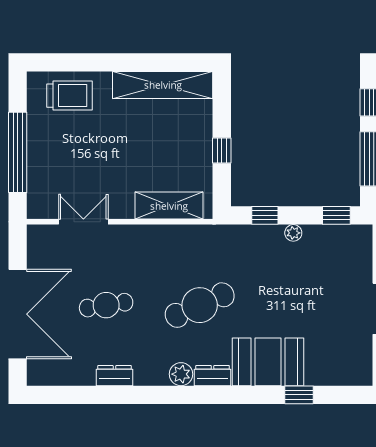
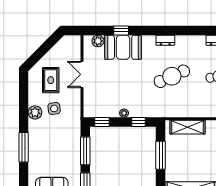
window: (222, 150) -> (161, 155), width x2.17
booth: (268, 362) -> (123, 47), moved
plant: (181, 374) -> (98, 41), moved

